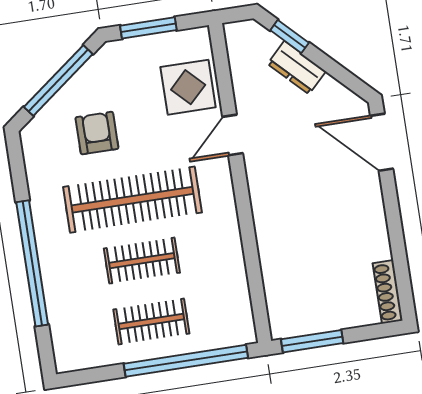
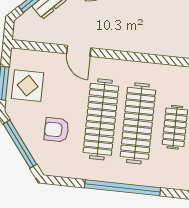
display table: (188, 87) -> (28, 86), moved
clothes rail: (142, 261) -> (138, 123), width x1.86, depth x1.31

